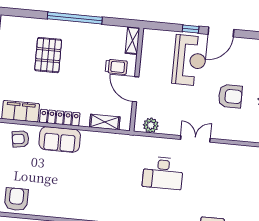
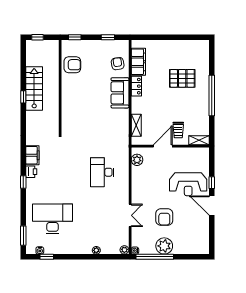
locker: (60, 118) -> (136, 86), width x0.66
double door: (195, 139) -> (130, 215), moved

